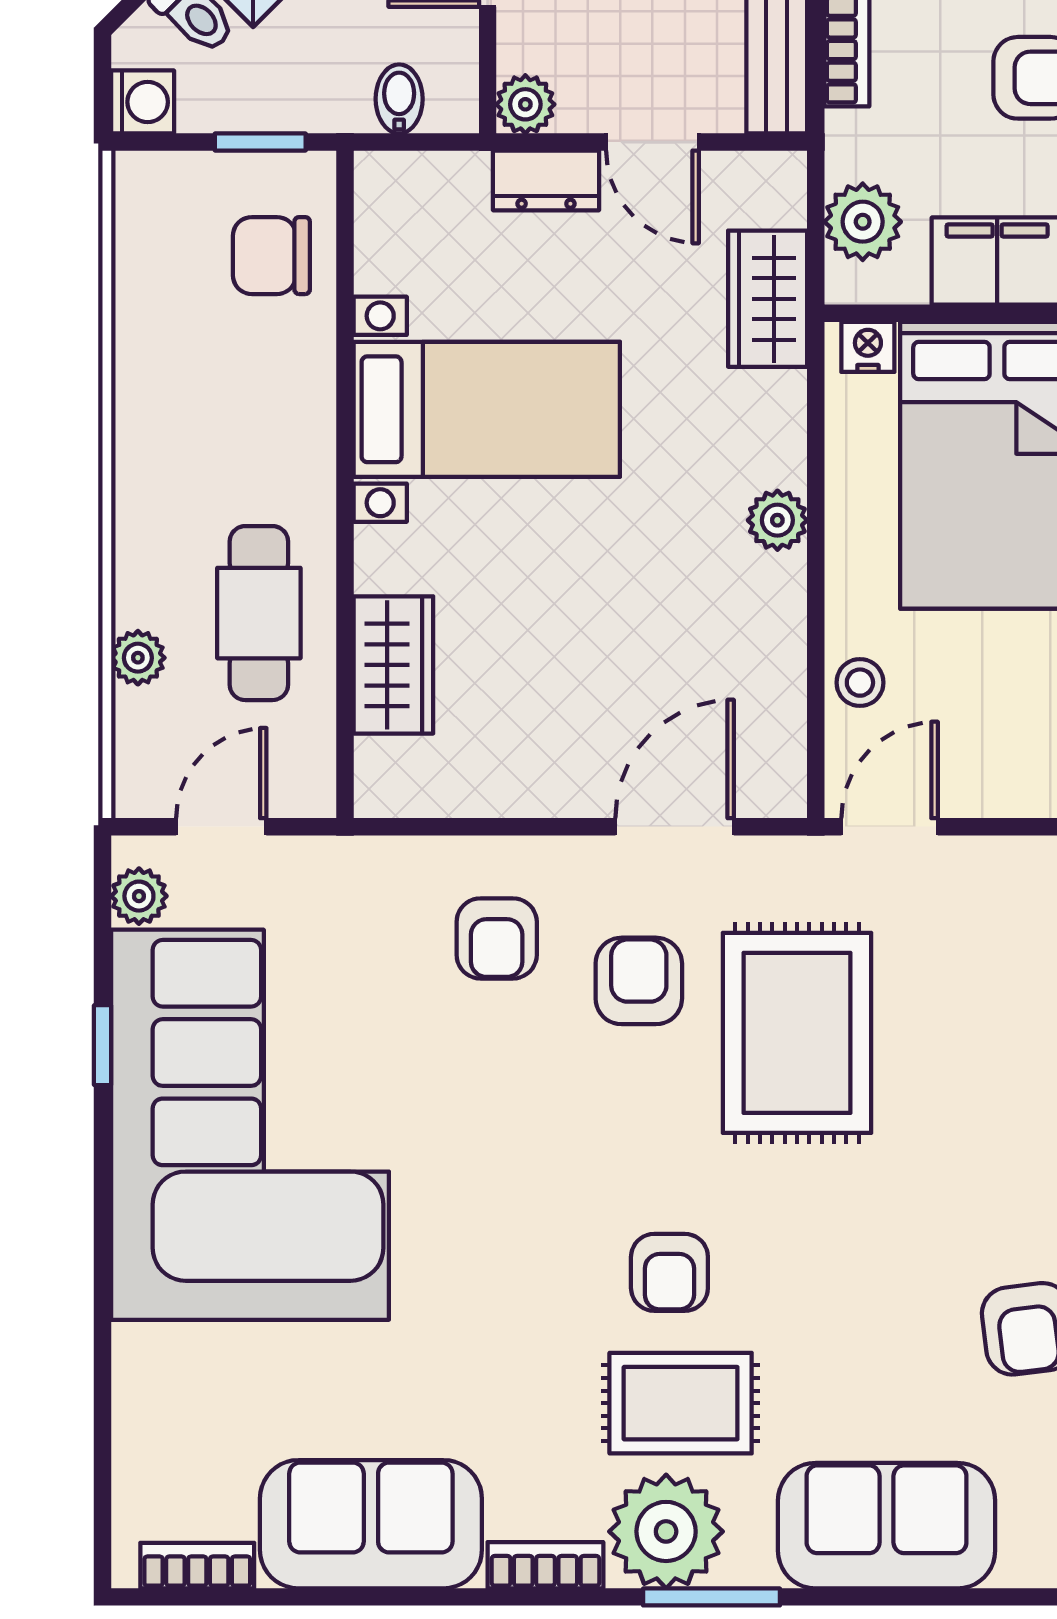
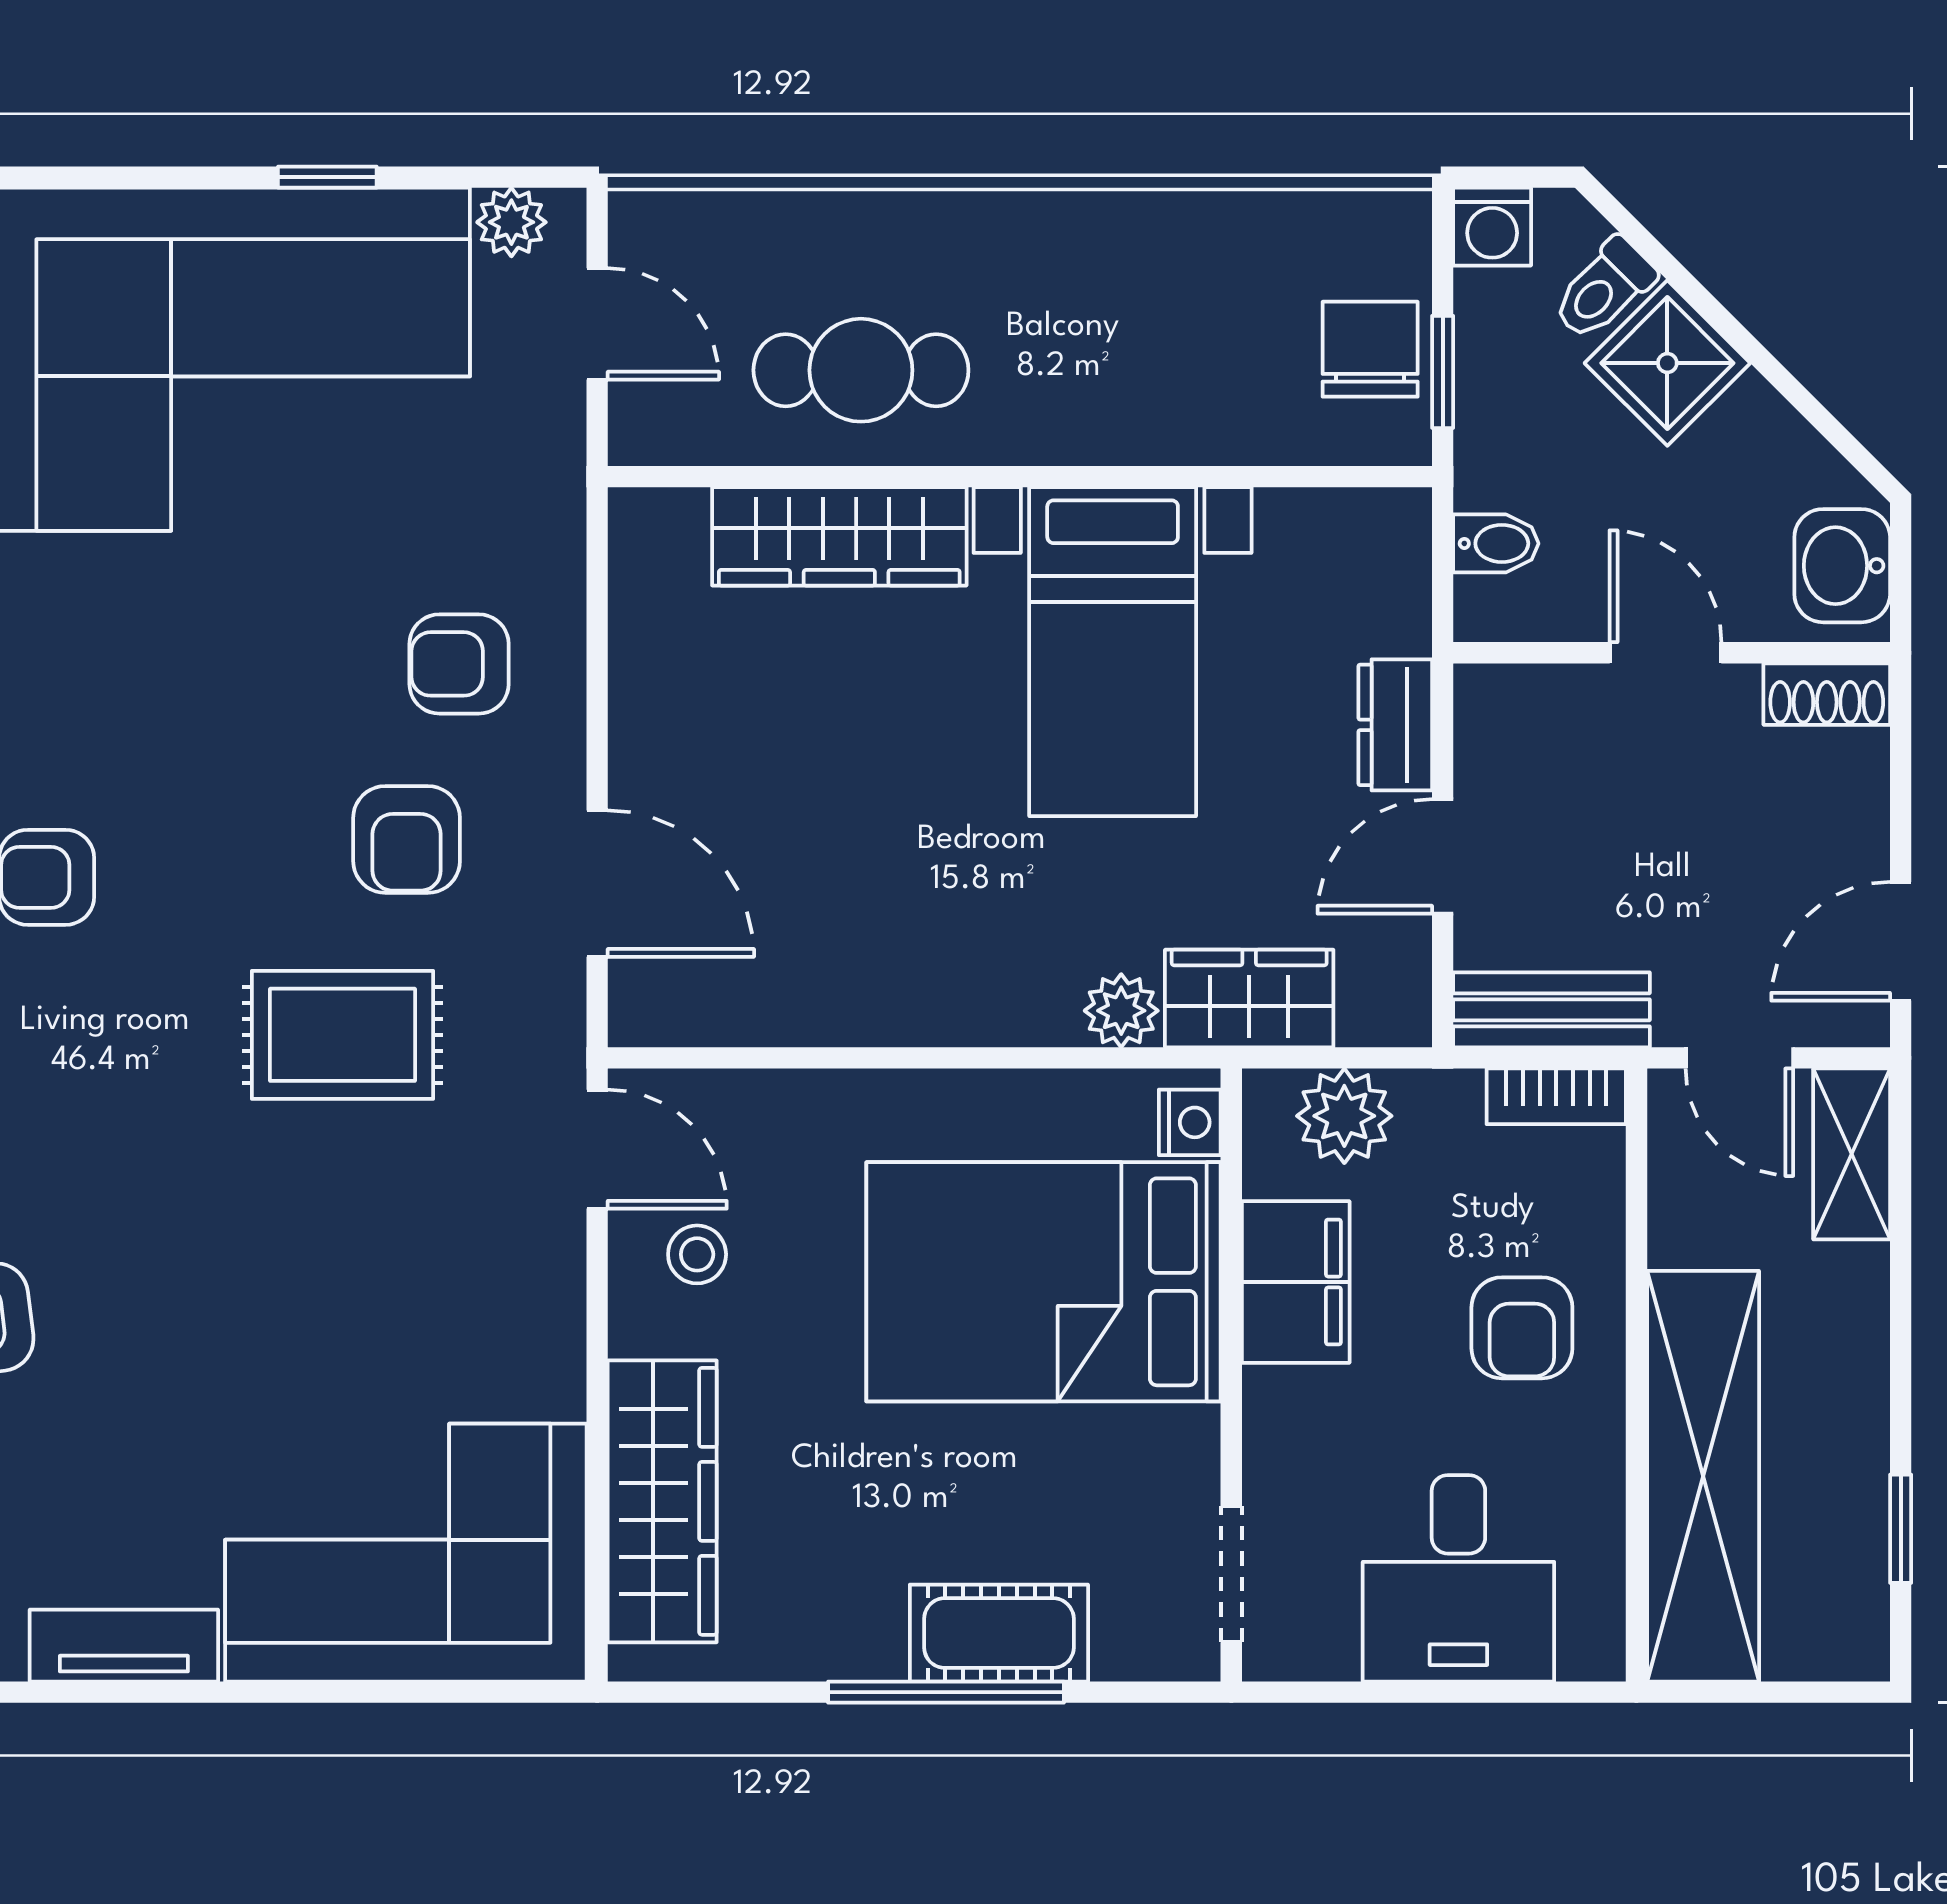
plant: (525, 104) -> (1489, 699), removed
chair: (271, 256) -> (1370, 349), moved
plant: (777, 520) -> (1121, 1011), moved
plant: (138, 658) -> (806, 221), removed
wardrobe: (393, 665) -> (839, 536), width x1.50
stool: (860, 683) -> (697, 1254), moved
armchair: (639, 981) -> (407, 839), turned 90
rug: (797, 1033) -> (342, 1035), width x0.73, depth x0.70

